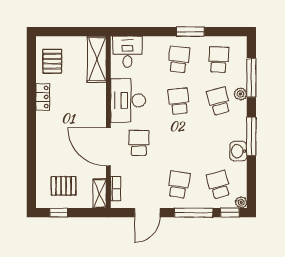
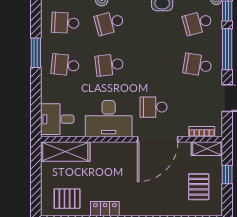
window: (59, 213) -> (227, 174), moved

